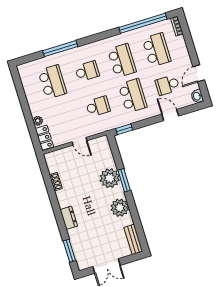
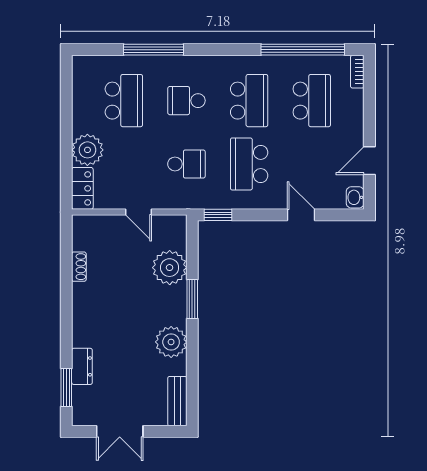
school desk: (87, 71) -> (186, 101), turned 180
school desk: (167, 85) -> (312, 164), removed
school desk: (133, 96) -> (249, 164), turned 180
plant: (38, 121) -> (87, 150), width x1.88, depth x1.88
plant: (110, 178) -> (170, 268), moved
dresser: (69, 218) -> (82, 366), moved

